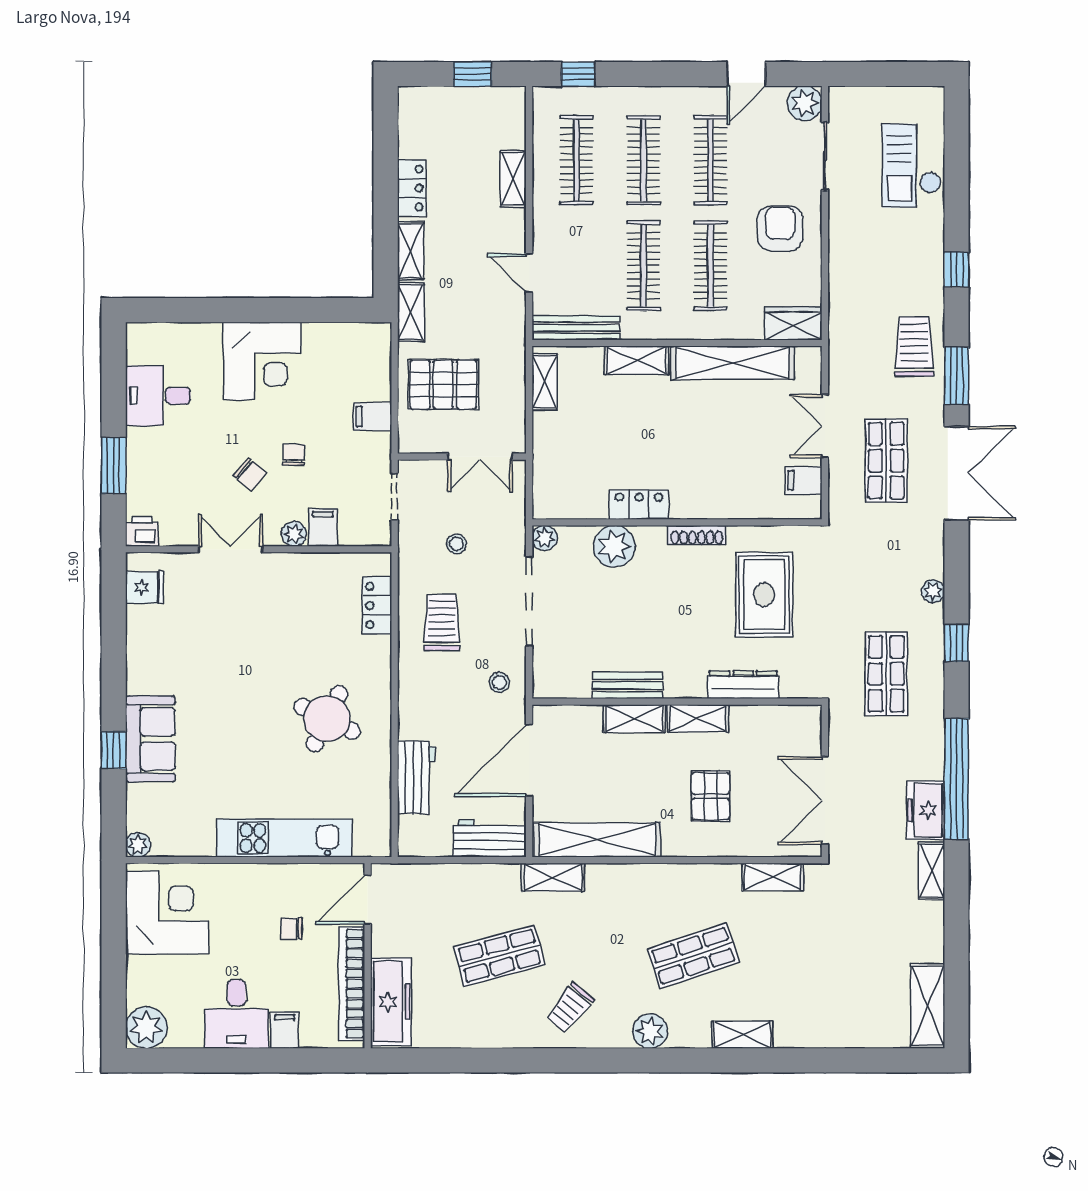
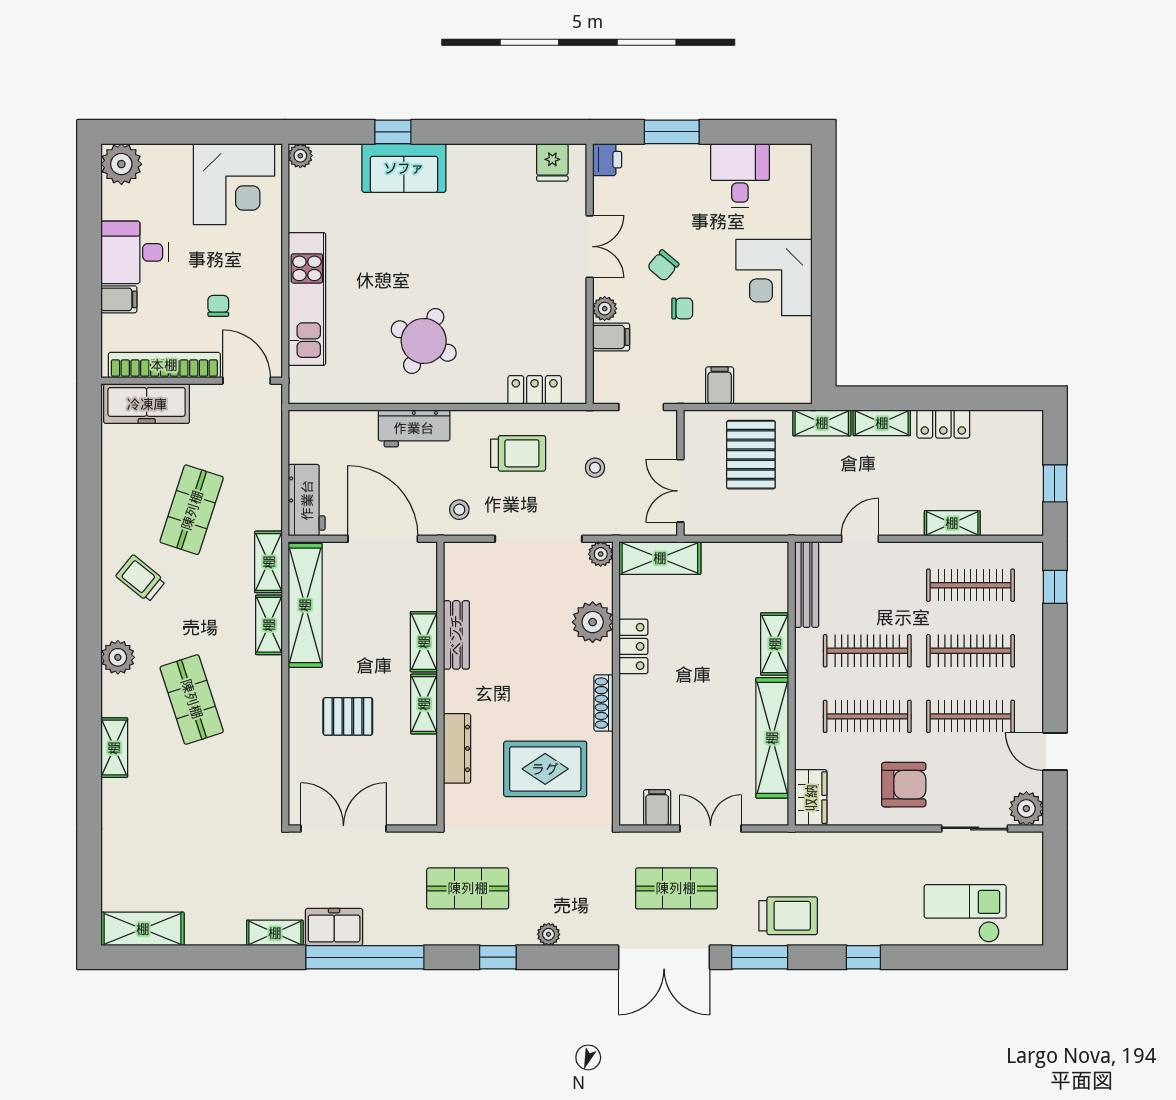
shelving: (545, 382) -> (660, 558), moved, width x1.50, depth x1.33
workbench: (416, 777) -> (414, 428), moved
shelving: (773, 877) -> (269, 625), moved
shop shelf: (499, 956) -> (192, 510), turned 33

